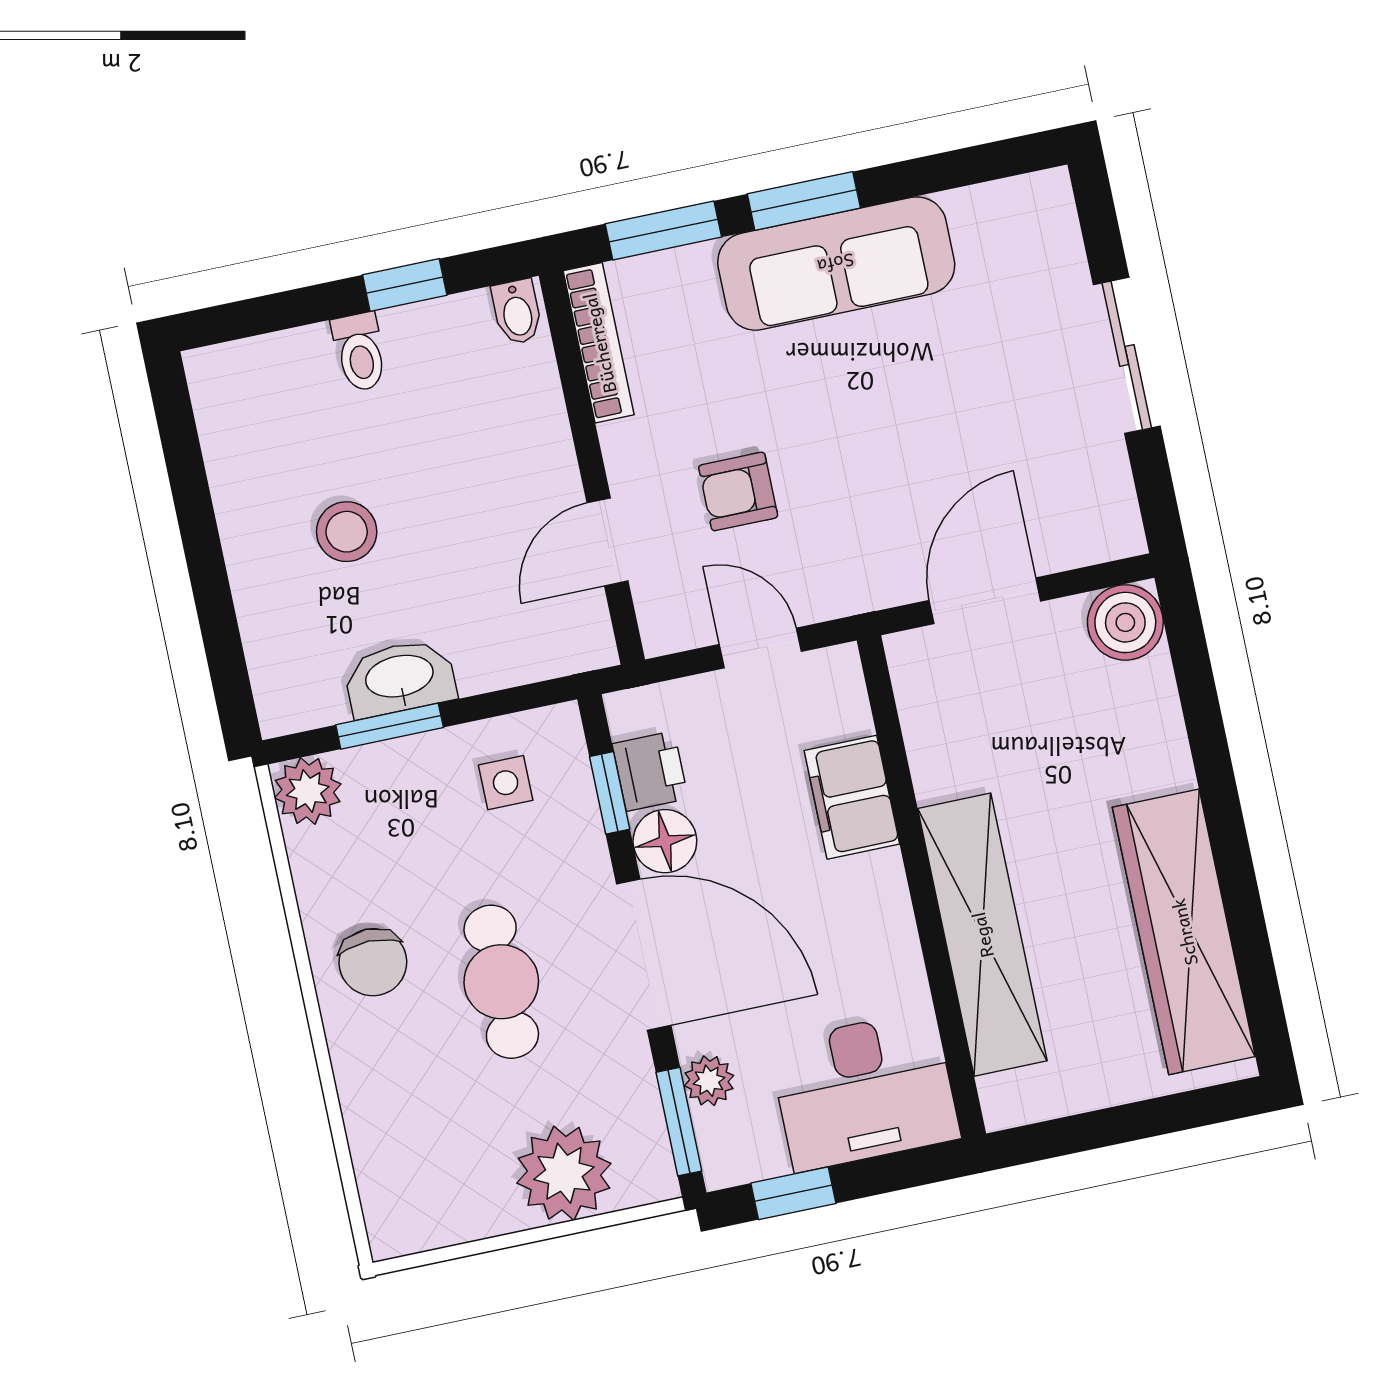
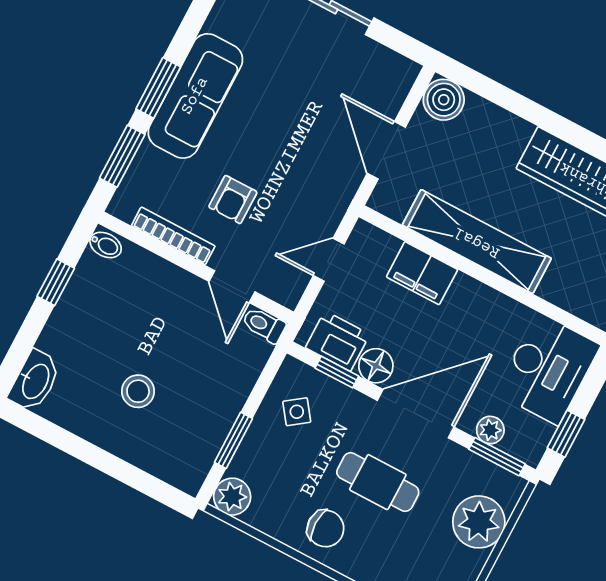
bookcase: (599, 343) -> (173, 236), moved
toilet: (360, 352) -> (264, 325), moved, turned 180
armchair: (738, 491) -> (233, 199), moved
washbasin: (400, 678) -> (35, 381), moved, turned 180
printer: (650, 771) -> (338, 341), width x1.36, depth x1.24
side table: (506, 783) -> (297, 412), turned -36
shelving: (982, 935) -> (477, 242), moved

